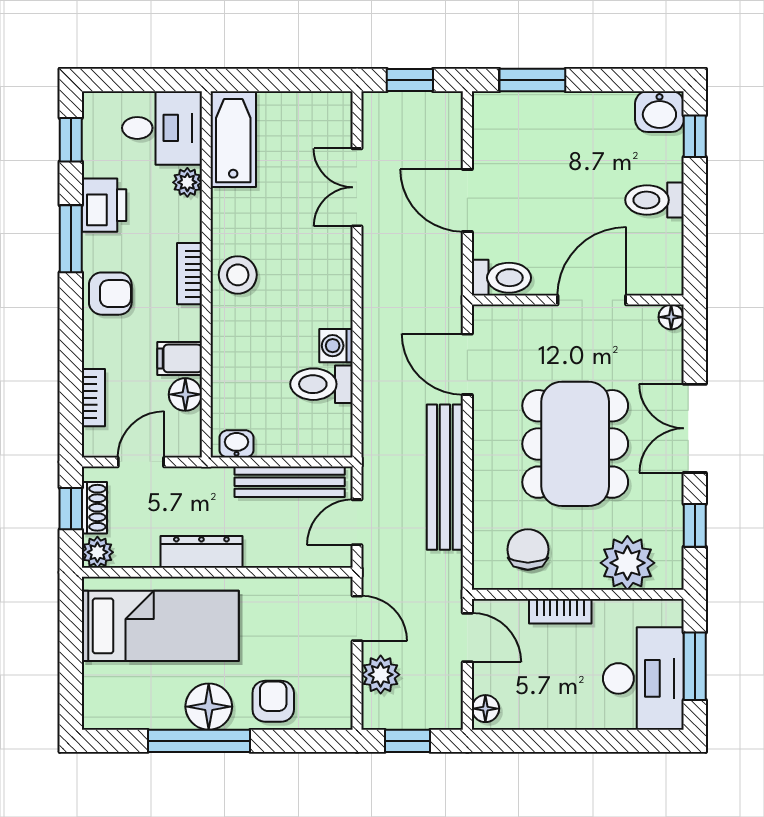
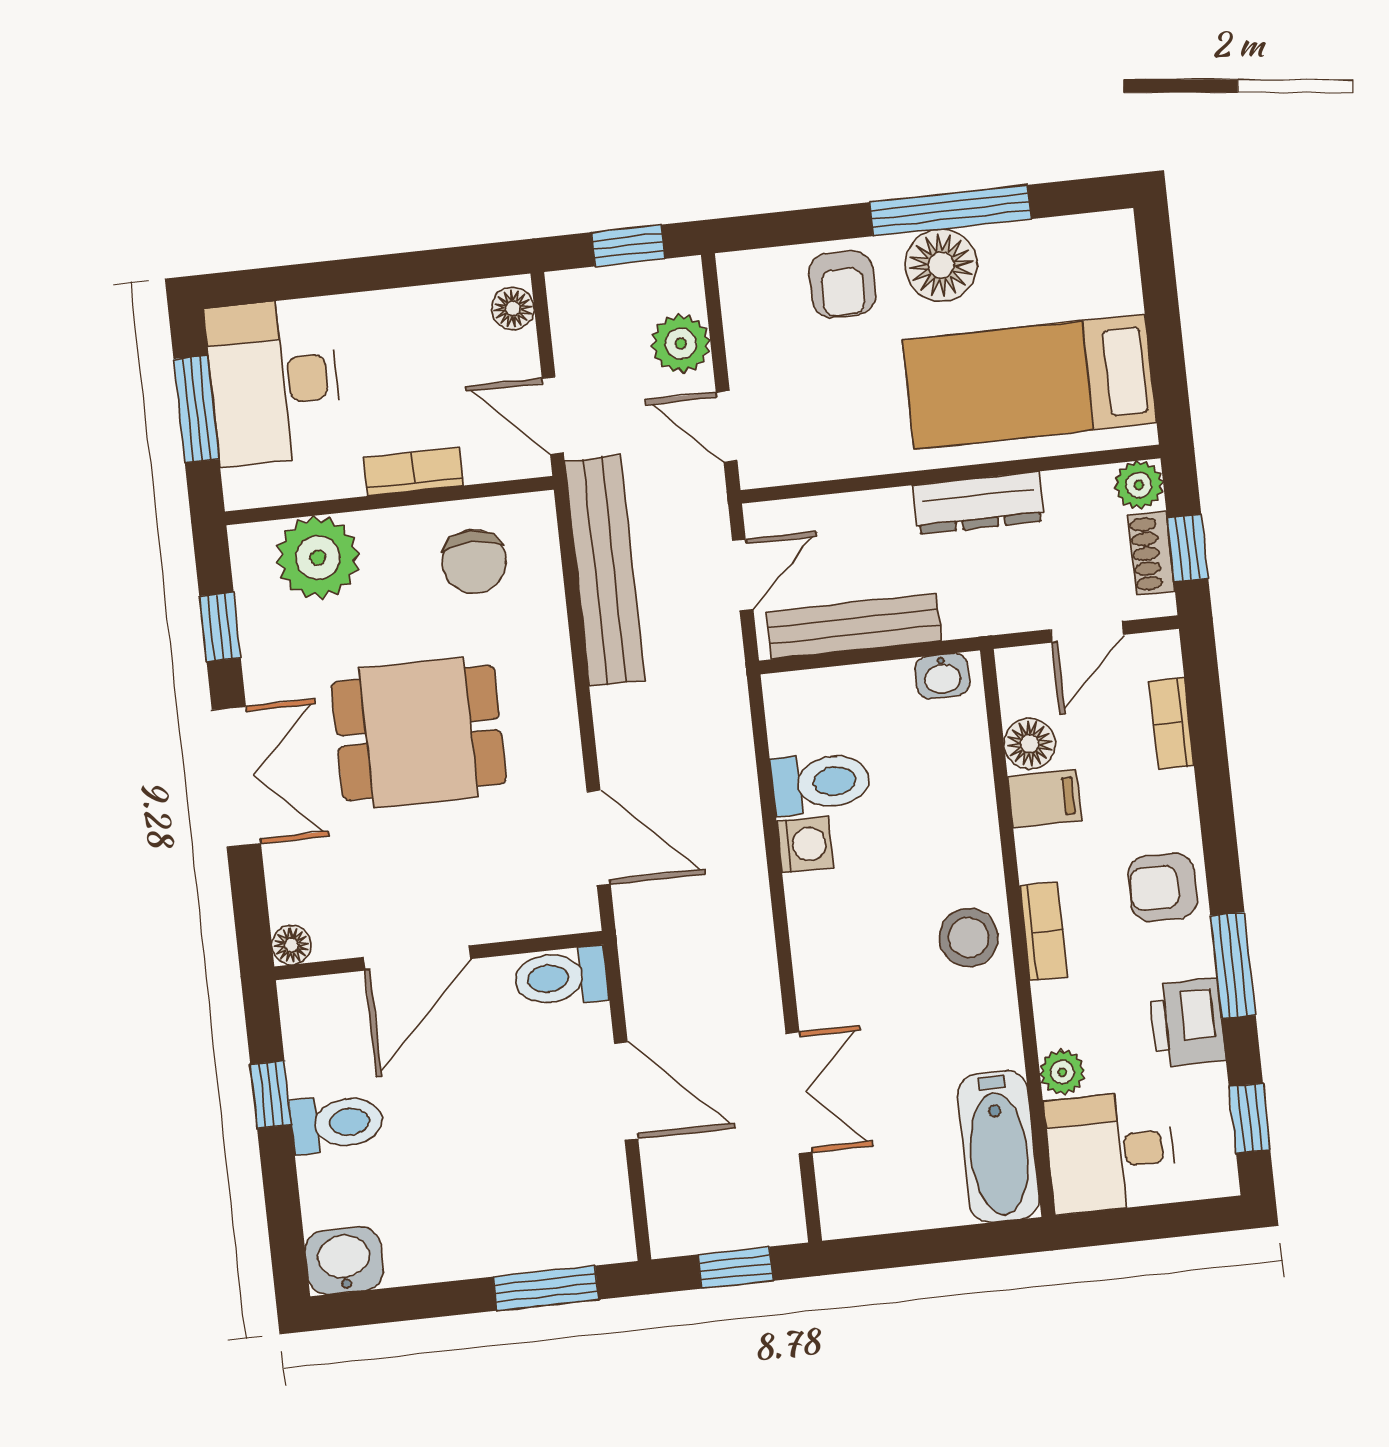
window: (695, 136) -> (271, 1094), moved
dining table: (575, 444) -> (419, 733), width x0.73
bench: (445, 477) -> (605, 571), moved

